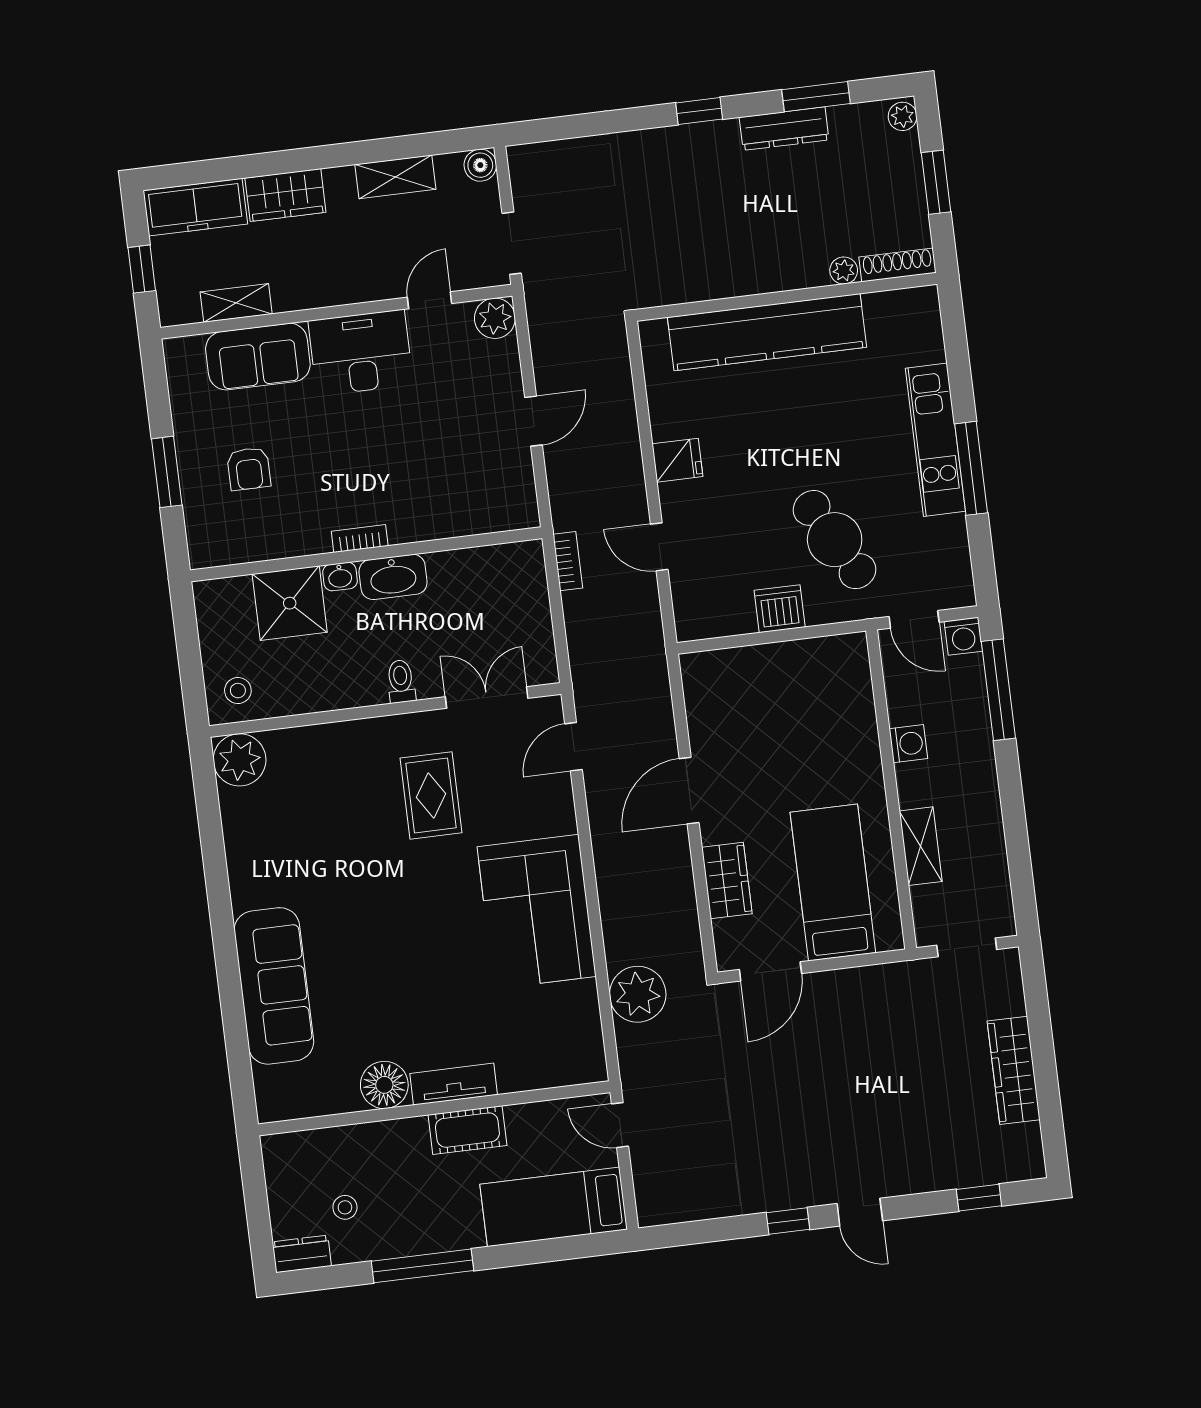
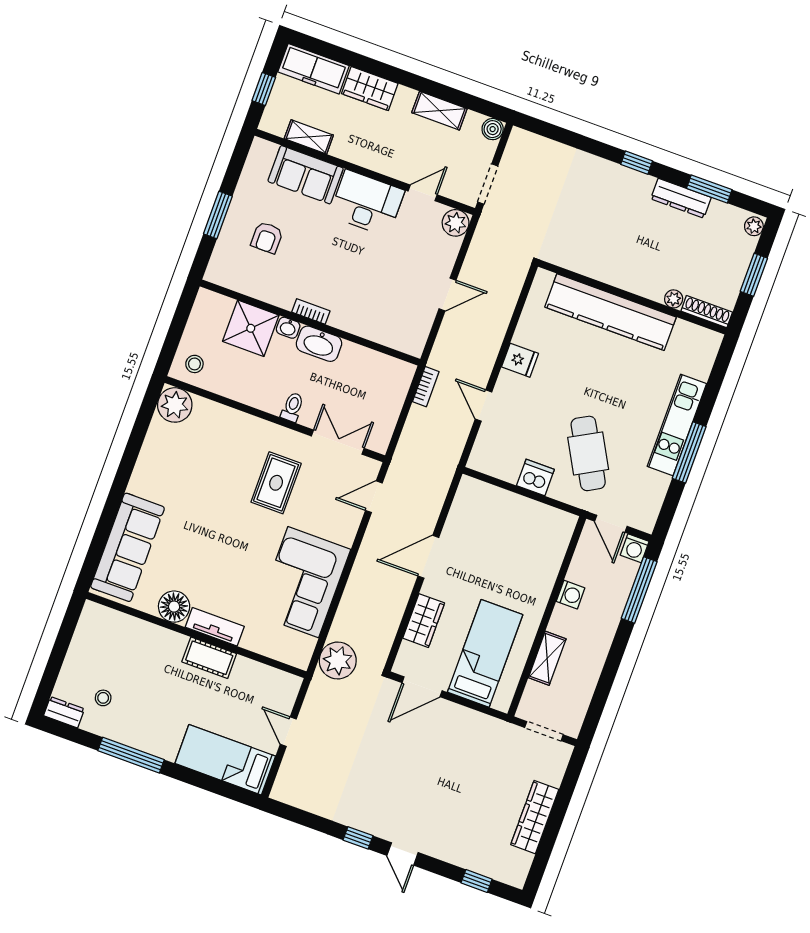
tv unit: (454, 1084) -> (215, 627), moved
floor lamp: (384, 1085) -> (174, 607), moved
wall: (434, 1108) -> (196, 635), moved
cot: (467, 1130) -> (209, 658), moved

